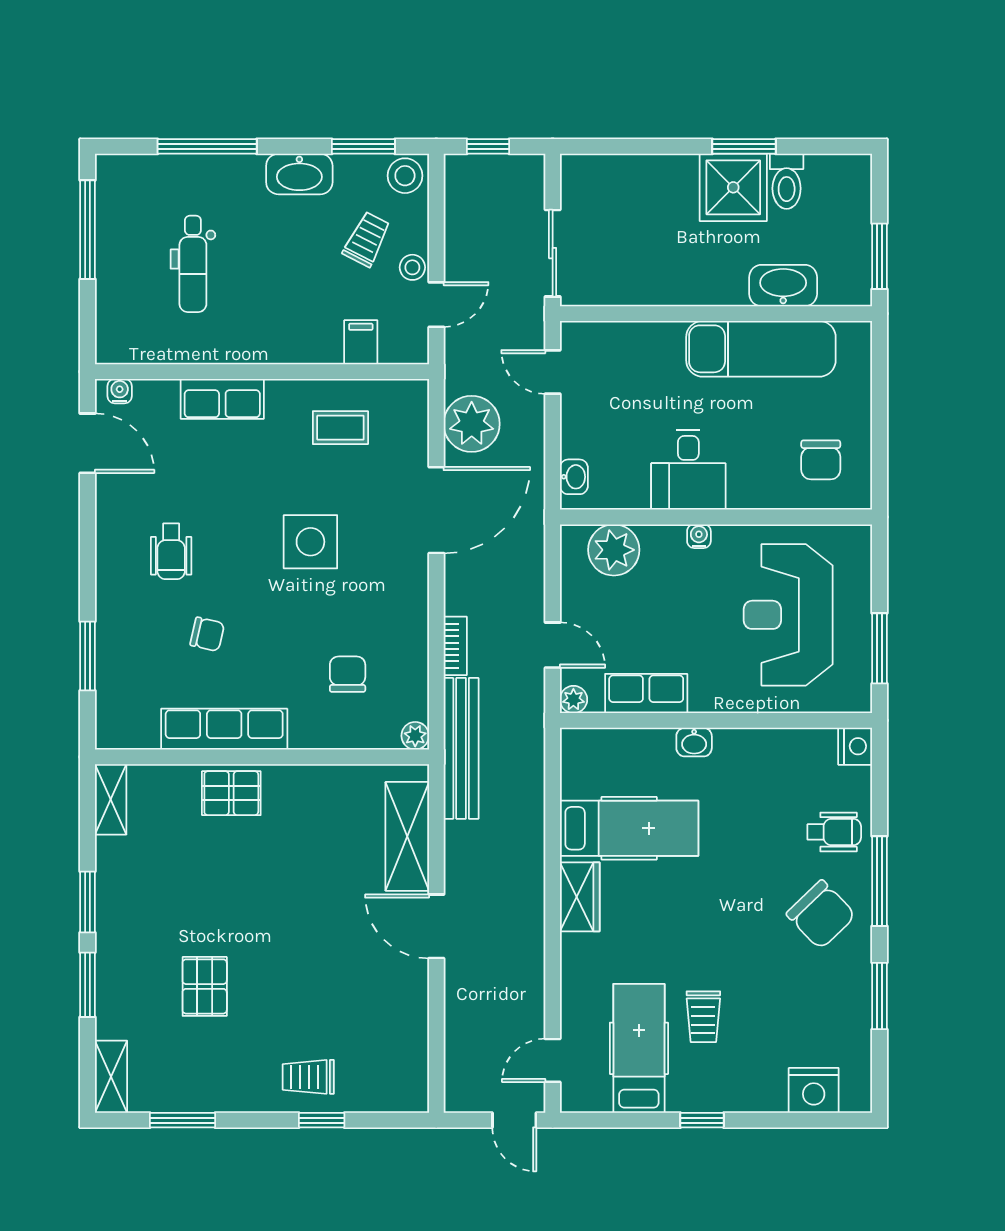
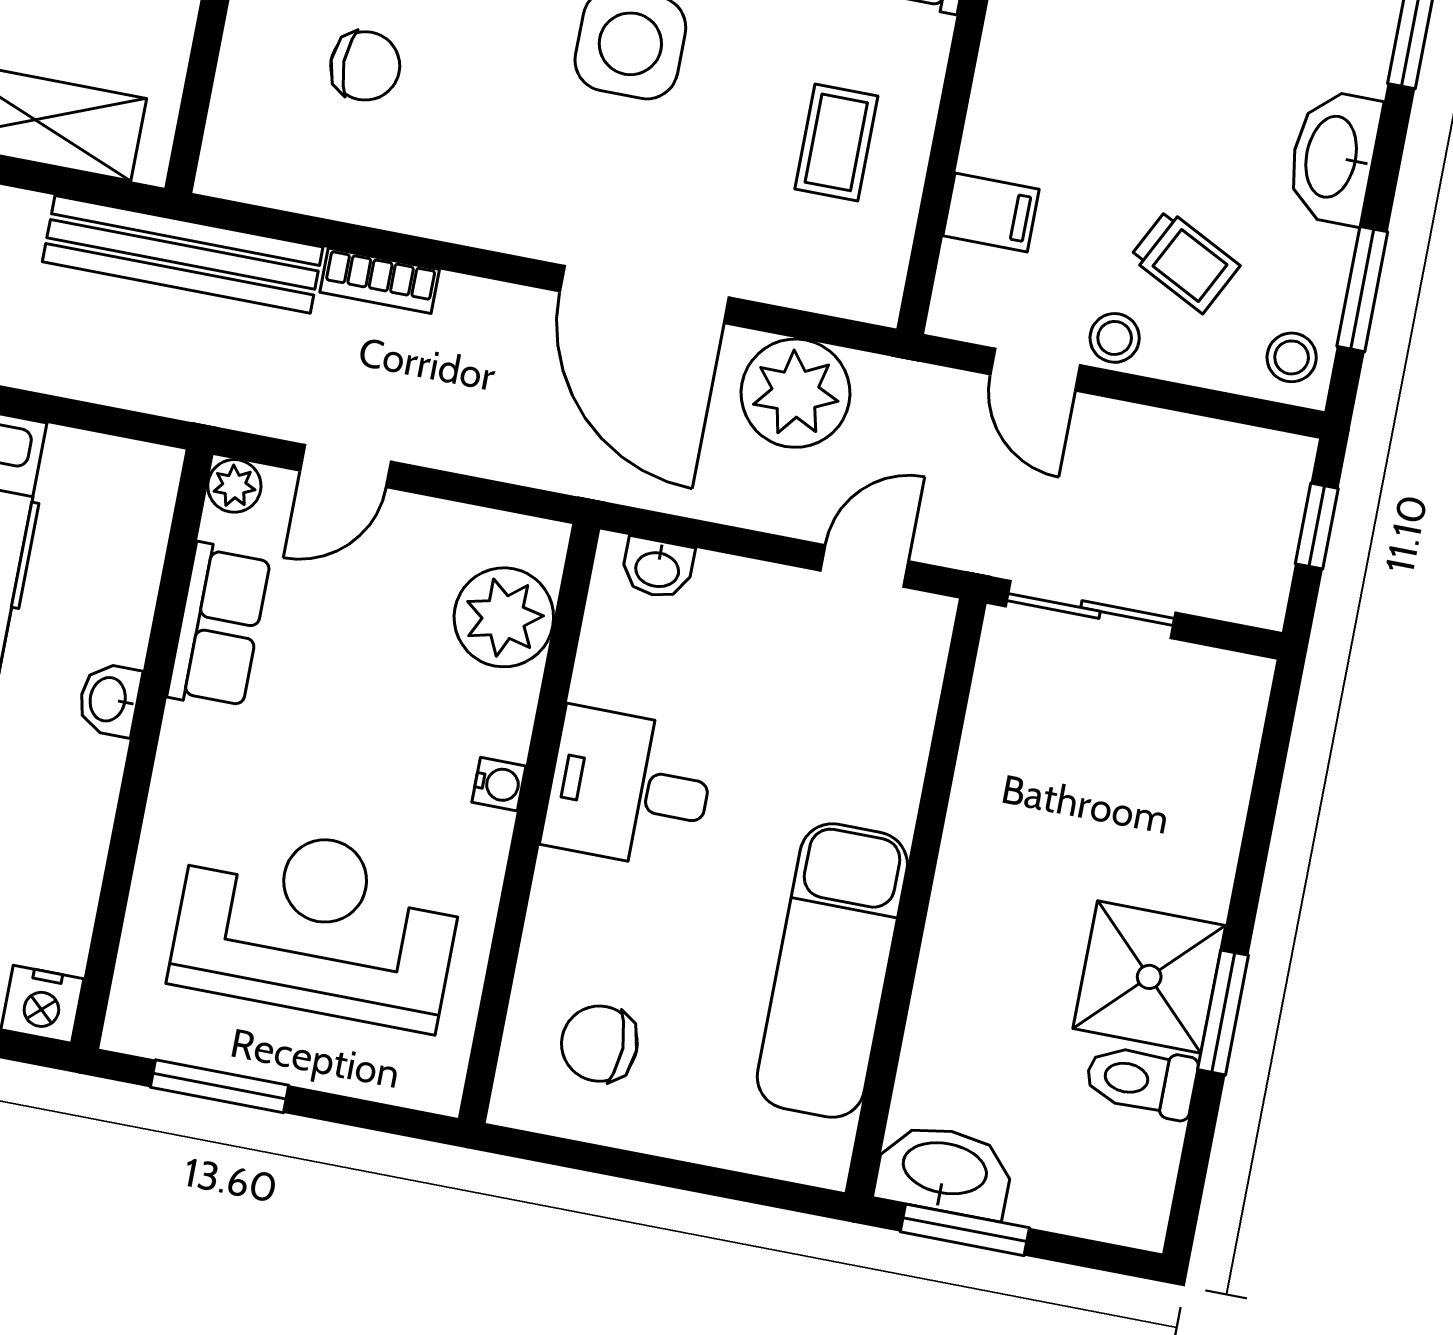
stool: (405, 176) -> (1292, 357), width x0.73, depth x0.73
washbasin: (783, 286) -> (944, 1171), moved, turned -90
plant: (415, 736) -> (223, 172), removed

